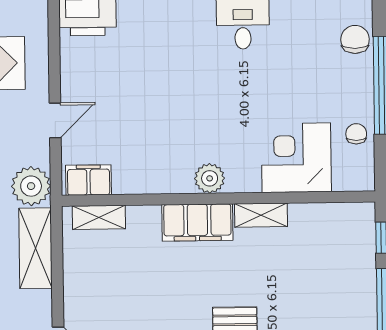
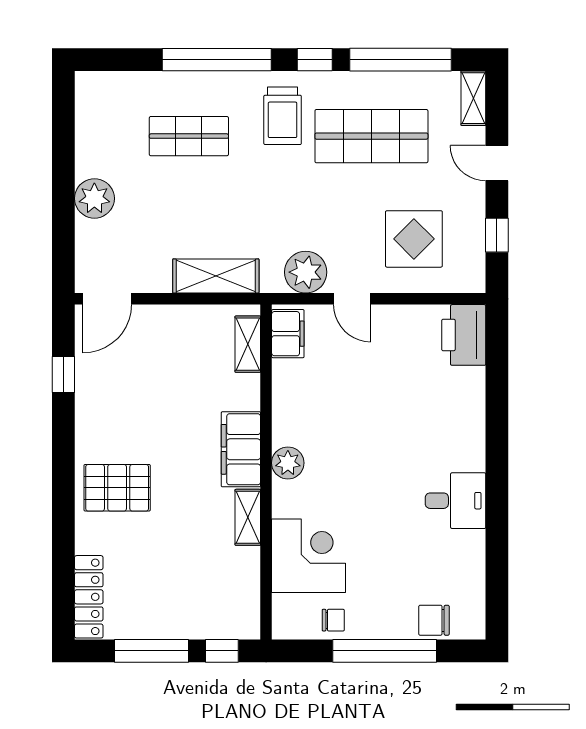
chair: (355, 39) -> (434, 620), turned 180
plant: (31, 186) -> (306, 272), moved

